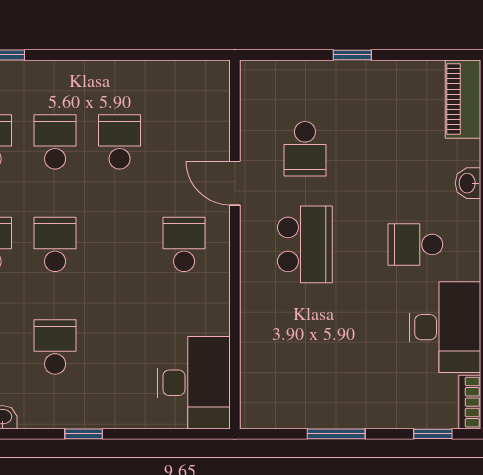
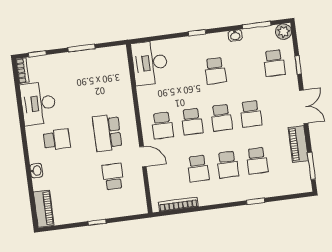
bookcase: (172, 71) -> (178, 204), added
school desk: (120, 244) -> (192, 122), added

